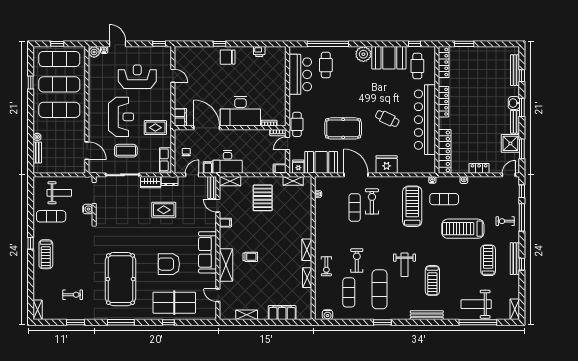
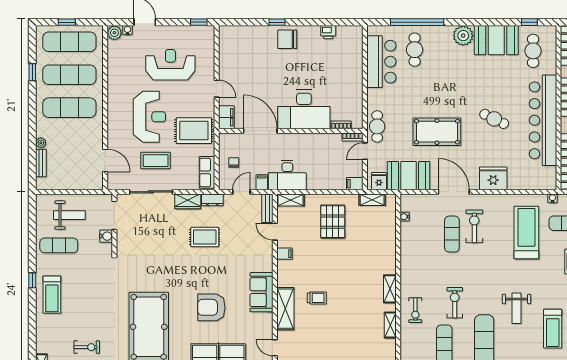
door: (173, 76) -> (217, 89), moved
rug: (155, 128) -> (194, 131), width x1.36, depth x1.43
sofa: (208, 252) -> (261, 292), width x0.73

